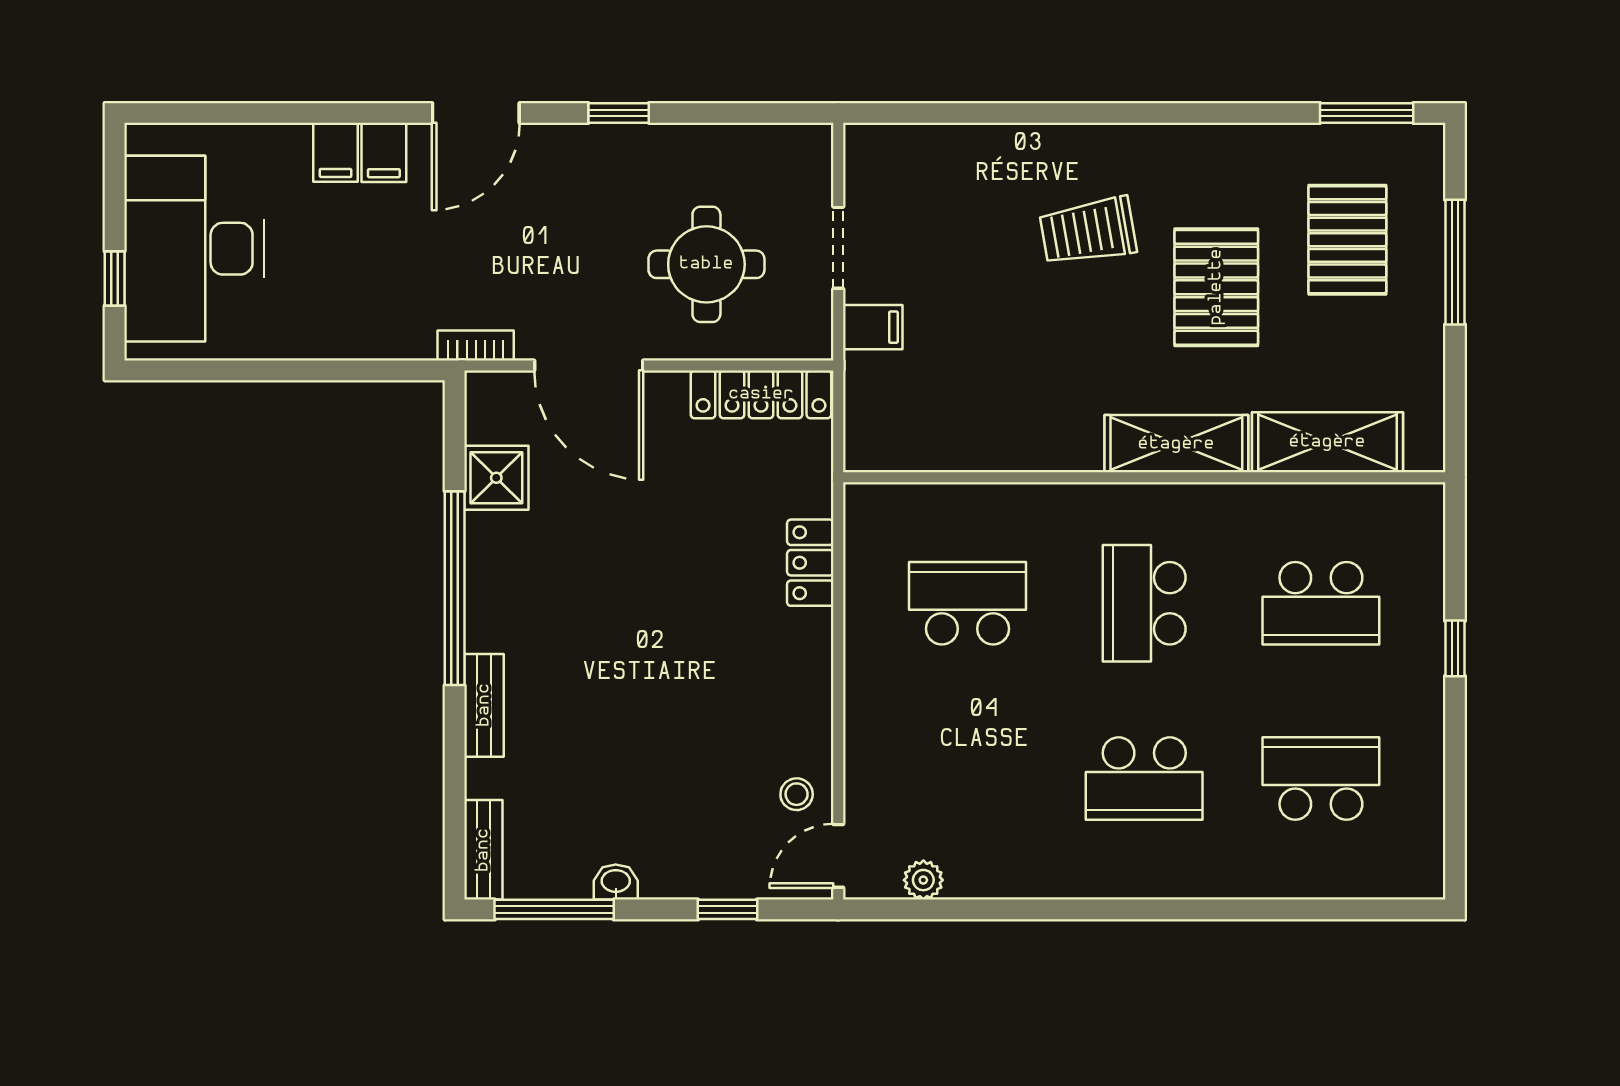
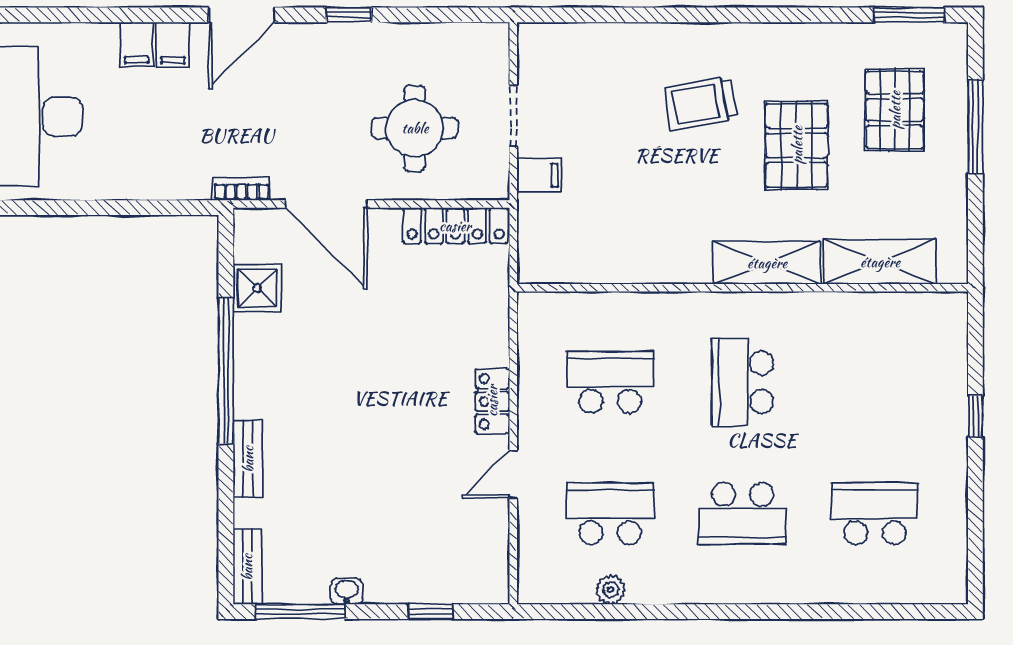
locker: (810, 563) -> (492, 401), moved
school desk: (1321, 603) -> (610, 514), moved, turned 180
stool: (797, 794) -> (482, 525), removed
door: (838, 856) -> (513, 474), moved
plant: (923, 880) -> (611, 590), moved

